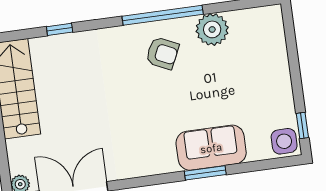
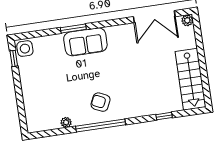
plant: (212, 29) -> (66, 122), width x0.53, depth x0.53
sofa: (211, 148) -> (85, 42), moved

